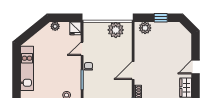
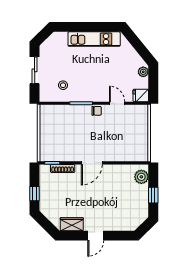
plant: (116, 30) -> (139, 143), removed
door: (195, 67) -> (96, 236), swing flipped
door: (133, 70) -> (92, 163), swing flipped

